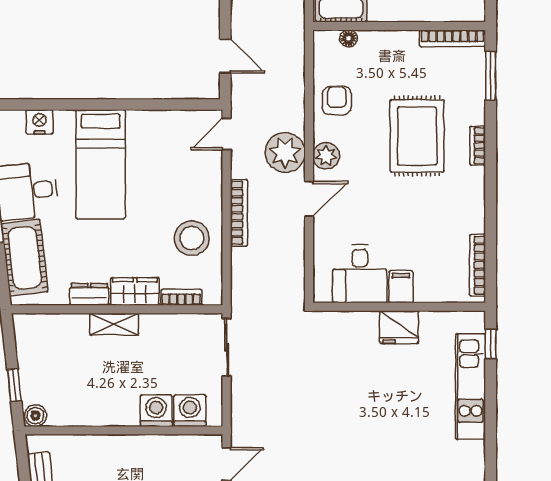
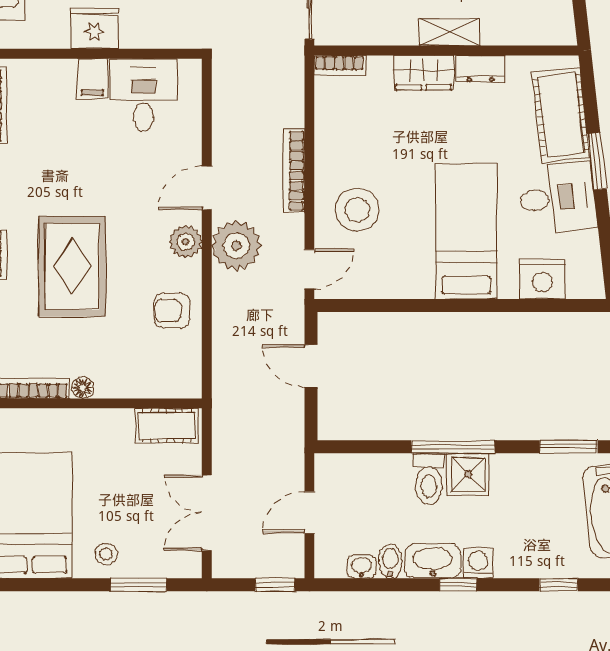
floor lamp: (348, 38) -> (83, 388), moved
armchair: (337, 100) -> (172, 311), turned 90
nightstand: (40, 122) -> (542, 279), width x1.36, depth x1.33
stool: (192, 238) -> (357, 210), moved
bookcase: (181, 297) -> (340, 65), moved

